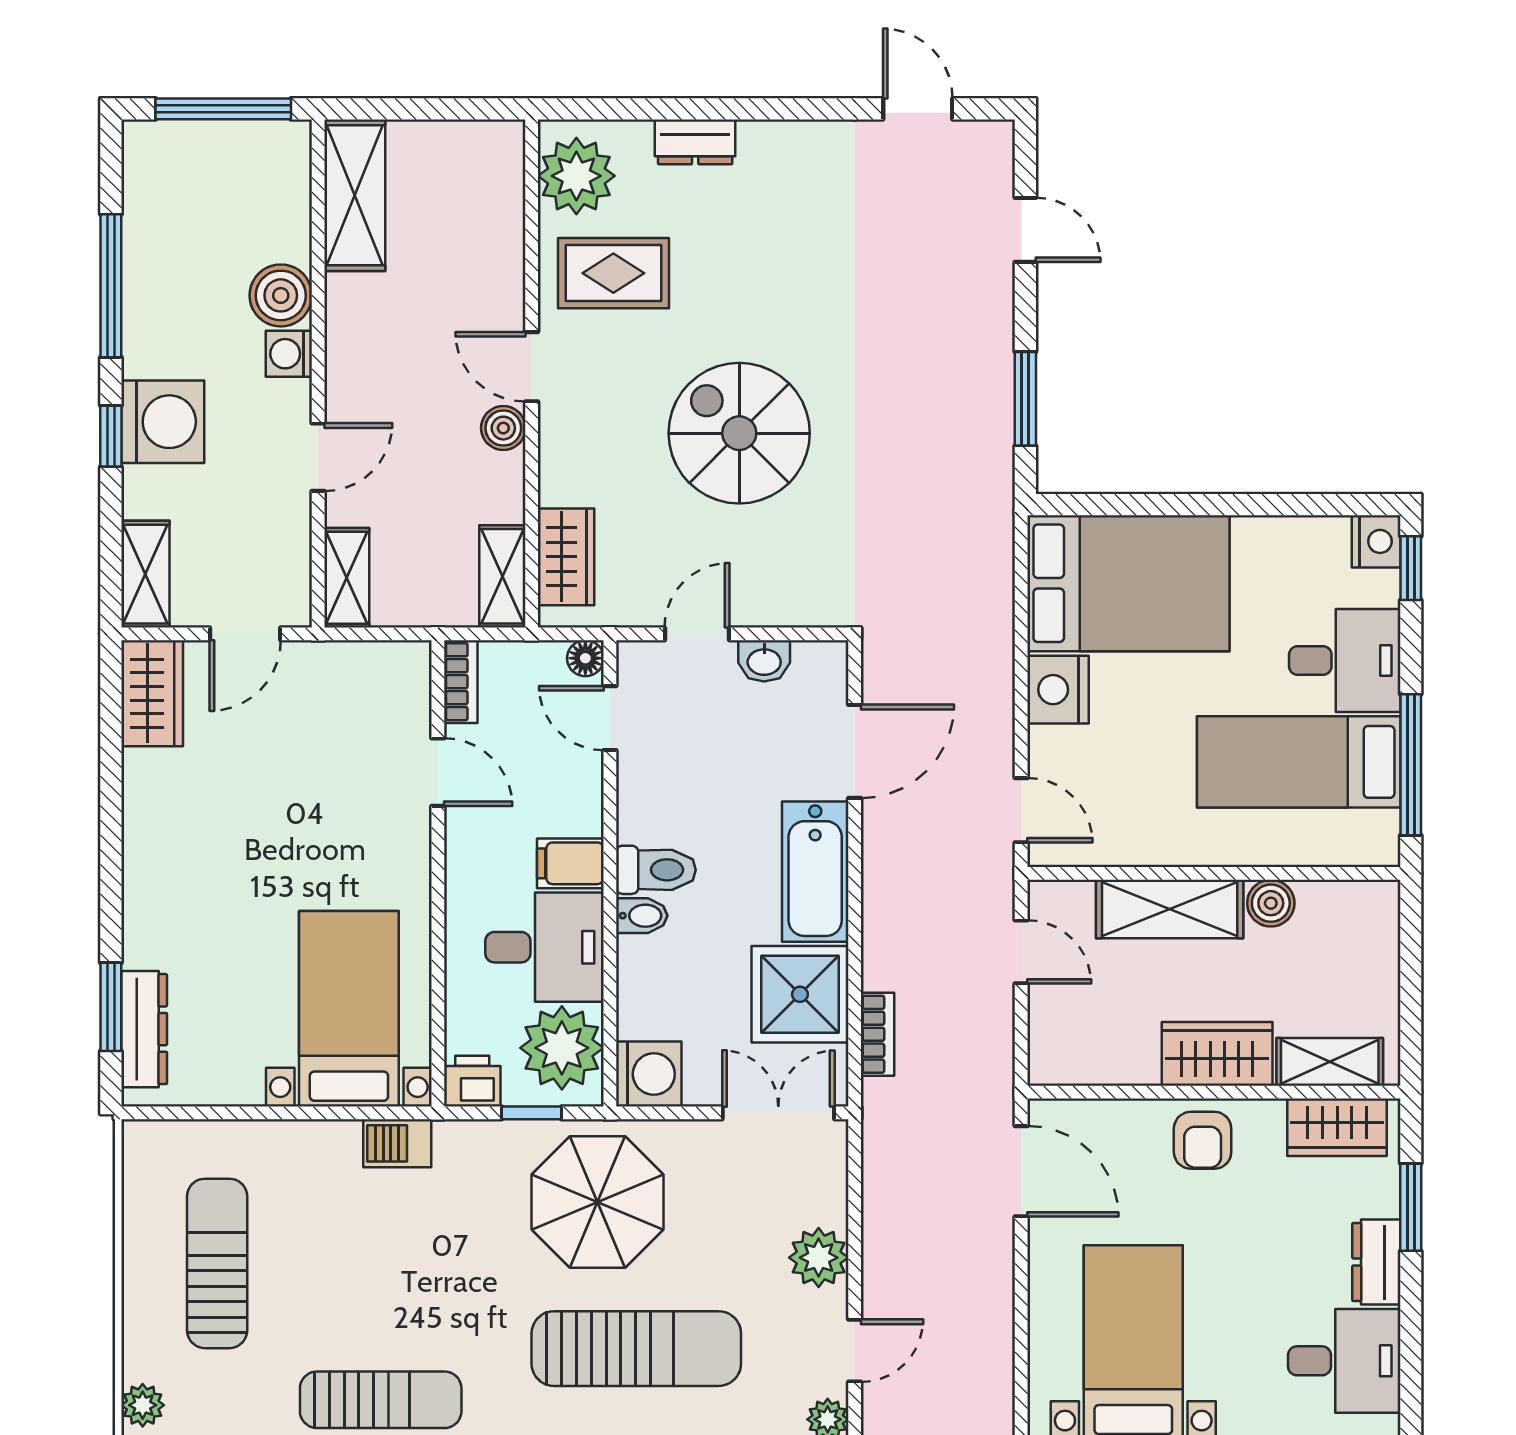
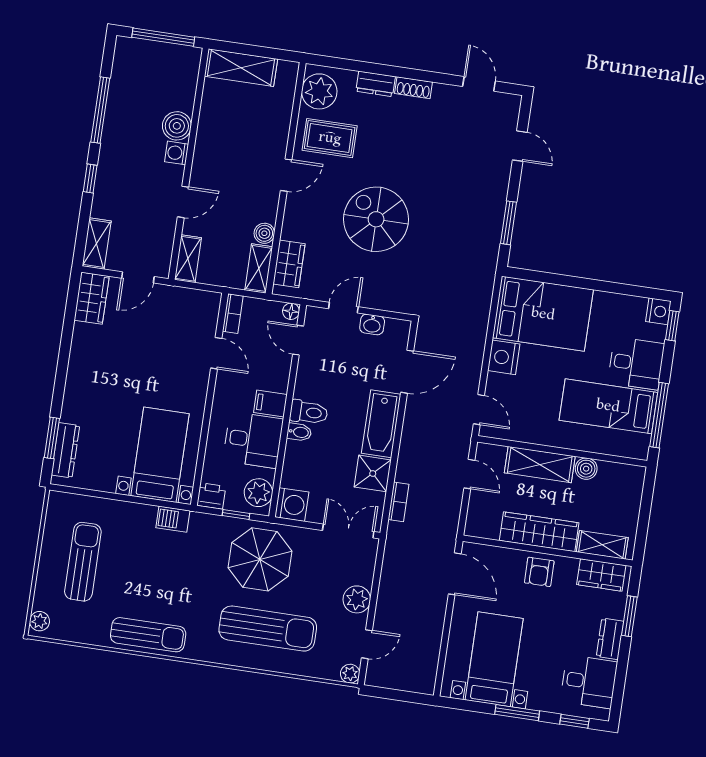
shoe rack: (778, 138) -> (414, 88), added
shelving: (355, 195) -> (241, 68), moved, turned 90
door: (532, 367) -> (286, 175), swing flipped
washing machine: (163, 422) -> (115, 175), removed
boiler: (503, 428) -> (264, 233), moved
shower: (800, 994) -> (373, 473), width x0.73, depth x0.73
plant: (562, 1048) -> (258, 493), width x0.73, depth x0.73
wardrobe: (1217, 1054) -> (539, 532), width x1.50

